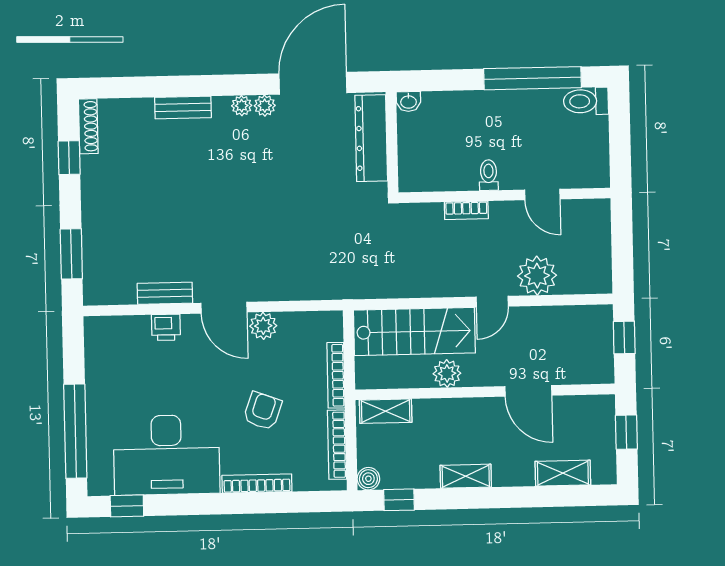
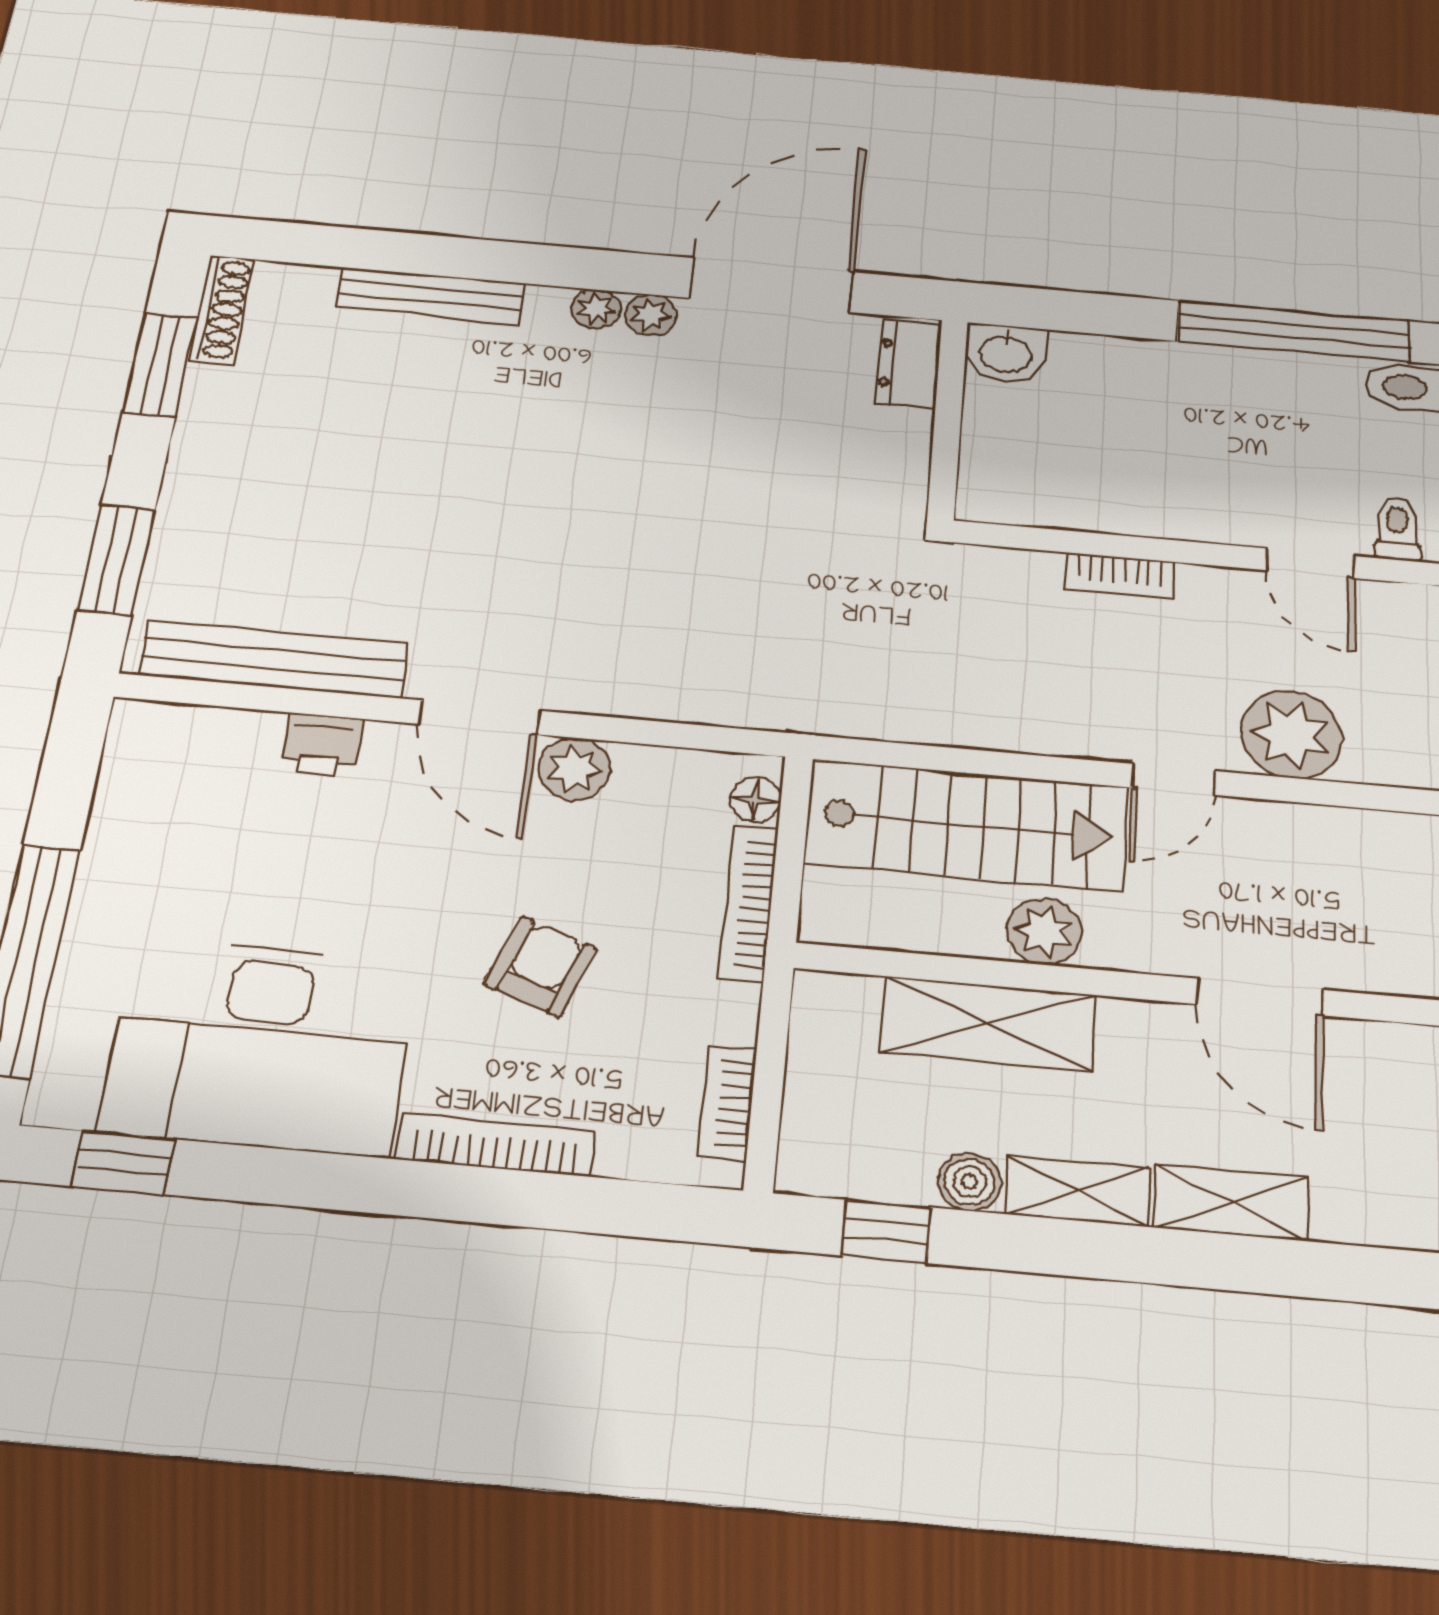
washbasin: (409, 101) -> (1006, 353), width x1.38, depth x1.45
bench: (183, 107) -> (431, 295), width x1.36
dresser: (371, 138) -> (909, 364), width x0.51, depth x0.80
window: (69, 158) -> (160, 364), width x1.50
toilet: (489, 175) -> (1397, 529), moved
bench: (165, 293) -> (274, 659), width x1.86, depth x1.21
floor lamp: (333, 331) -> (755, 800), added
shelving: (386, 411) -> (988, 1024), moved, width x1.50, depth x1.33
bookcase: (337, 445) -> (727, 1103), width x0.64
shelving: (563, 473) -> (1231, 1202), moved
boiler: (368, 479) -> (970, 1182), moved

